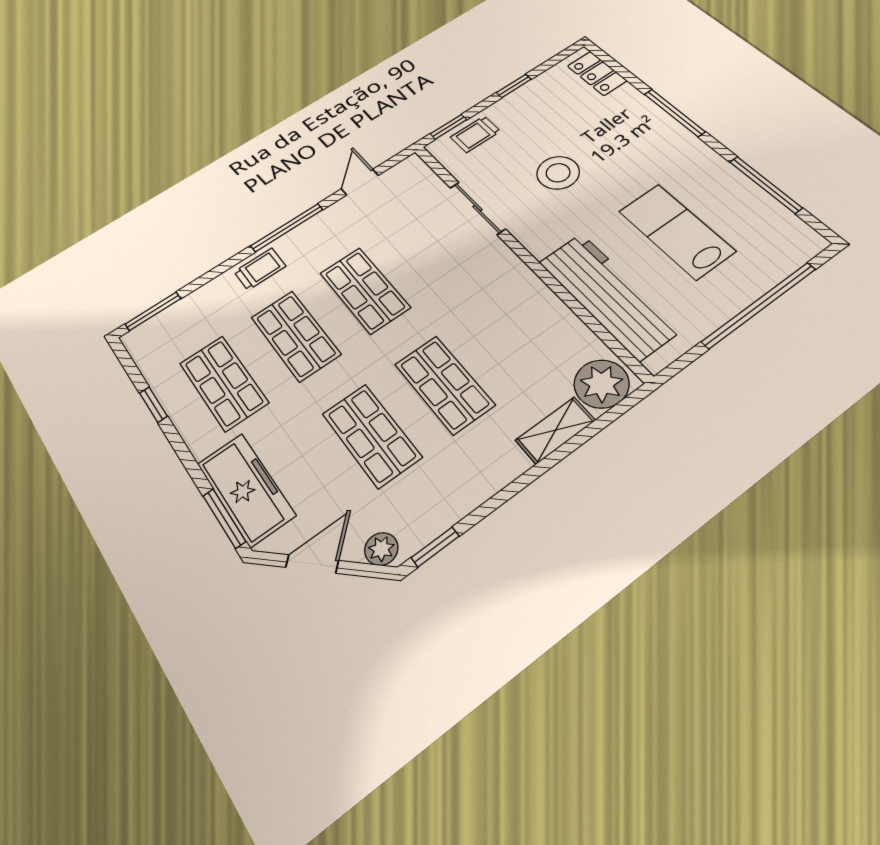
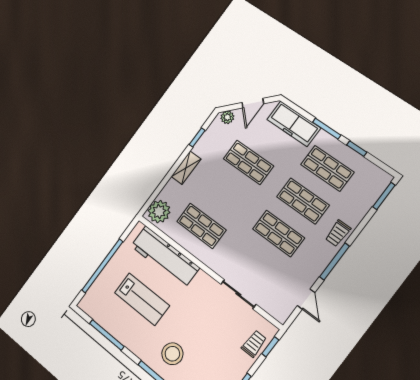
stool: (558, 173) -> (172, 354), moved
shop shelf: (444, 384) -> (201, 226), moved
shelving: (555, 430) -> (186, 168), moved
window: (224, 518) -> (327, 129), moved
window: (435, 547) -> (197, 137), moved

